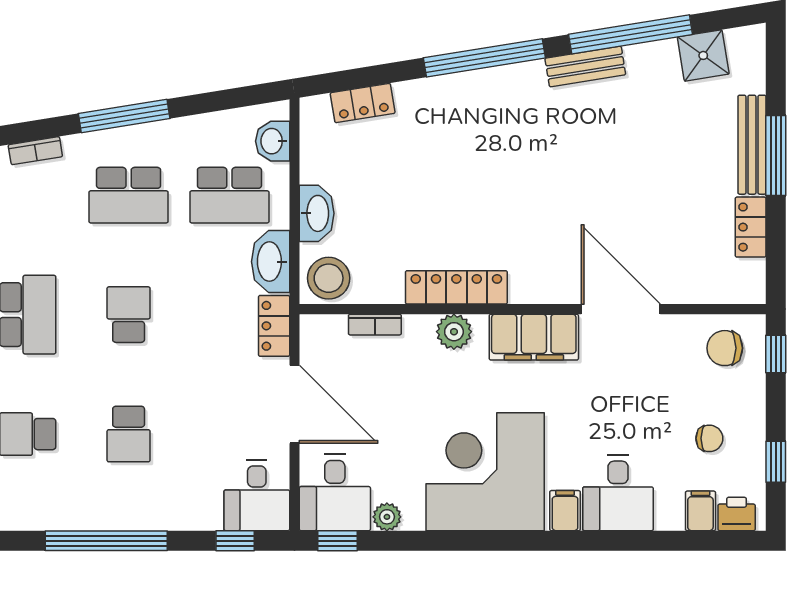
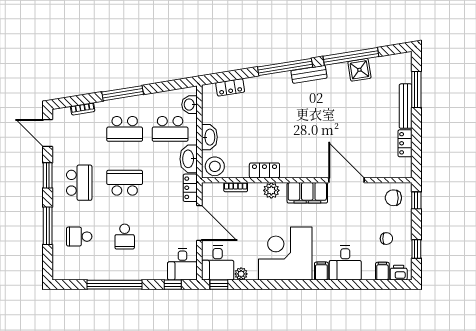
shower: (703, 55) -> (359, 70), moved
bench: (585, 67) -> (309, 74), moved
window: (776, 155) -> (416, 90), moved
locker: (456, 287) -> (264, 170), width x0.66
school desk: (129, 315) -> (125, 183), width x1.85

